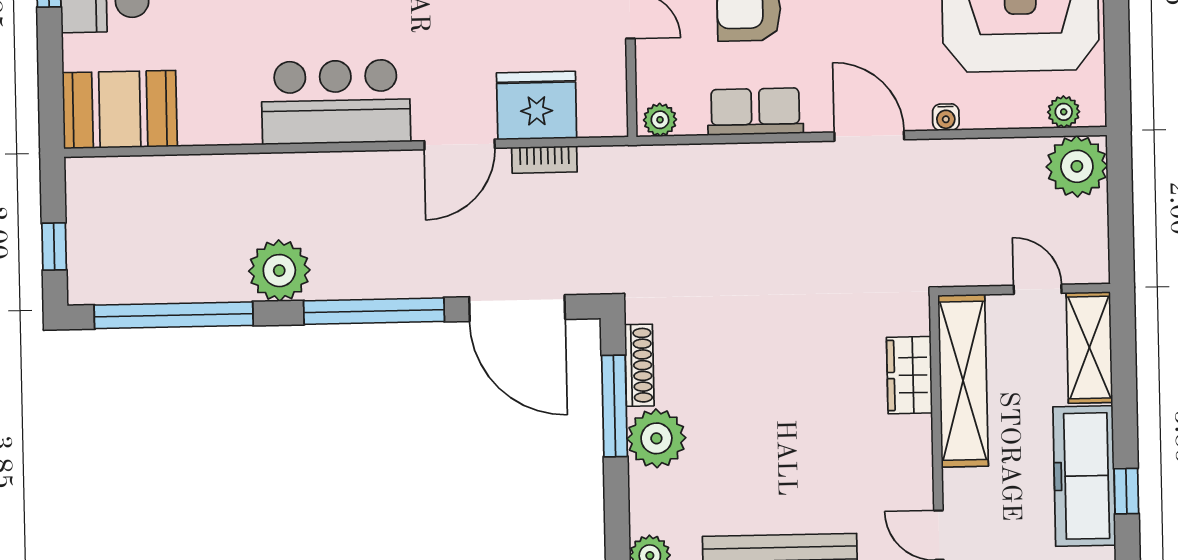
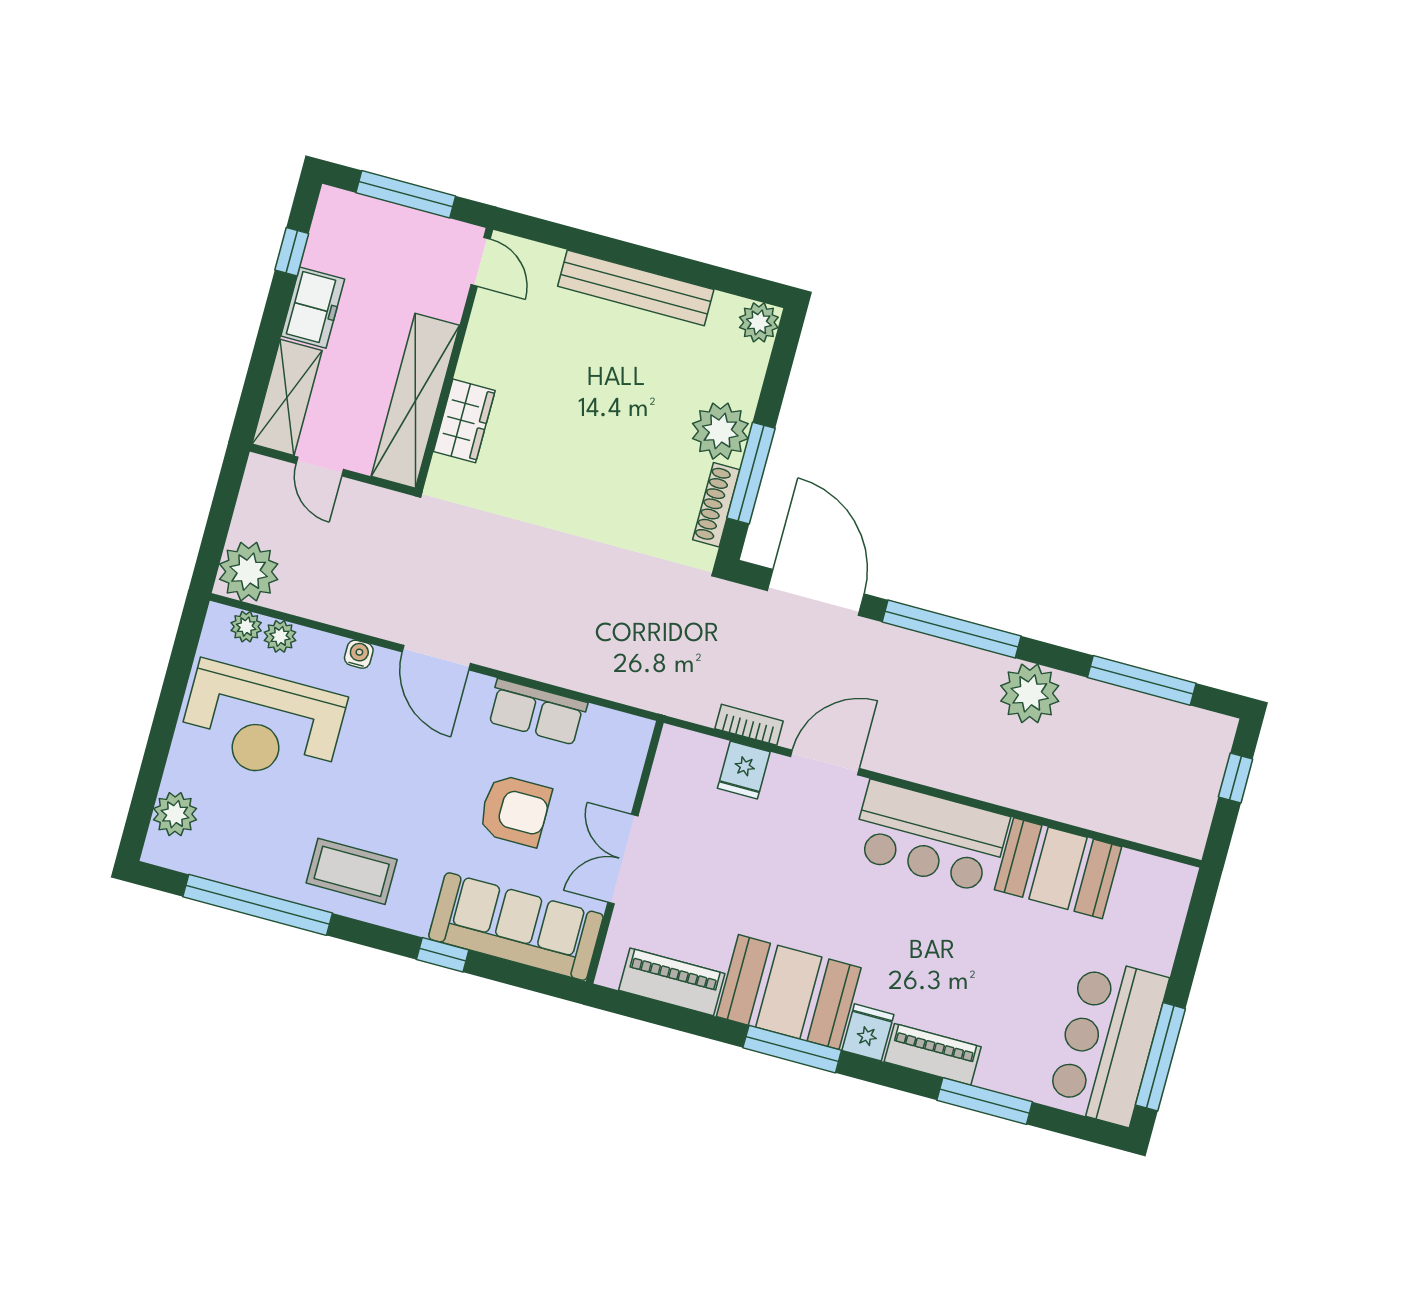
fridge: (537, 106) -> (744, 770), width x0.53, depth x0.75
booth: (120, 110) -> (1058, 868), moved
plant: (660, 120) -> (280, 636), moved
window: (174, 315) -> (1142, 680), width x0.68
freezer: (1084, 476) -> (313, 308), width x0.52, depth x0.79

